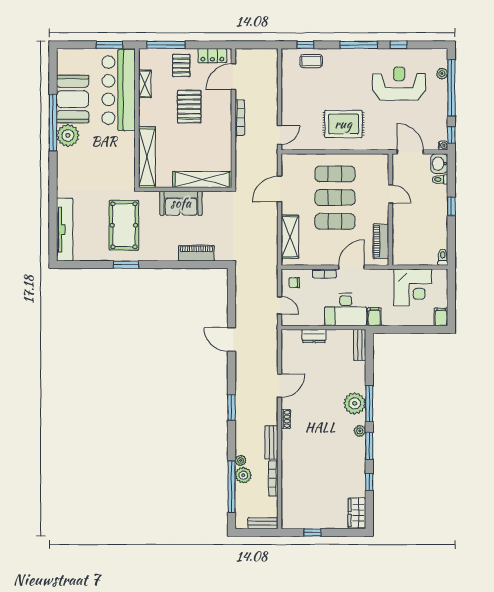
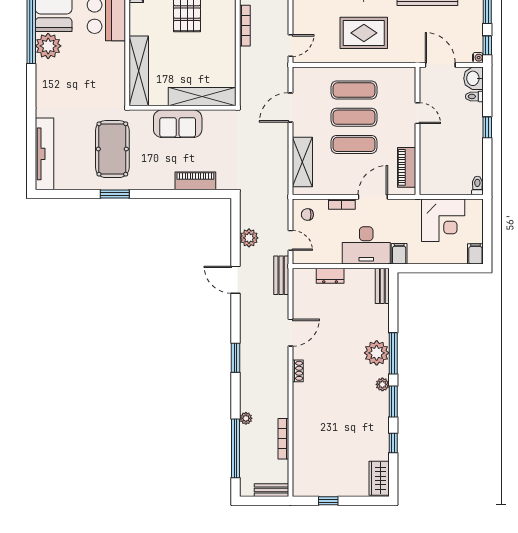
bench: (271, 443) -> (281, 275), moved
plant: (243, 475) -> (249, 238), moved

